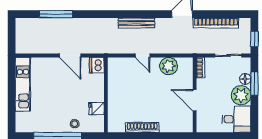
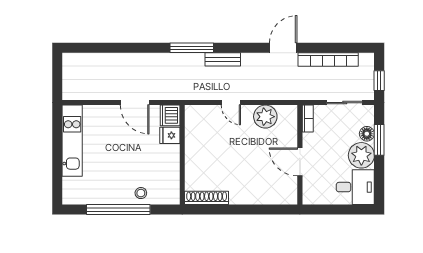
window: (56, 14) -> (192, 48), moved
bench: (136, 23) -> (223, 59), width x0.73
fridge: (97, 109) -> (170, 135), moved
shoe rack: (142, 127) -> (207, 198), moved

